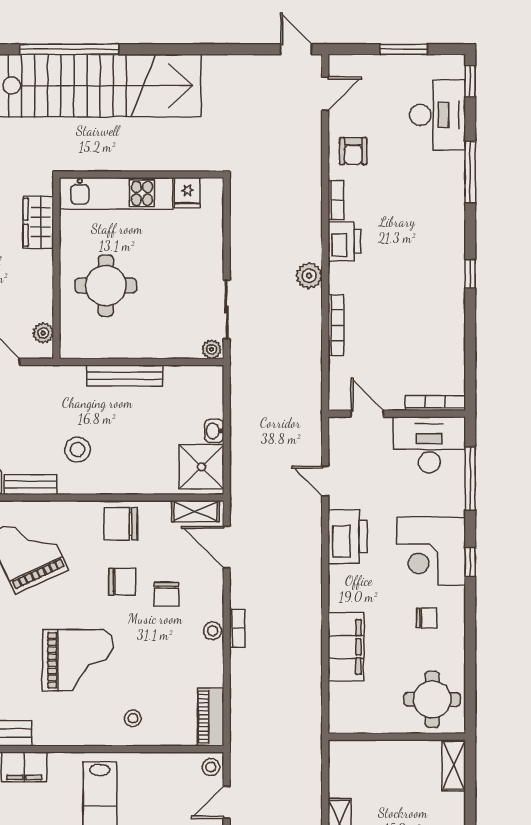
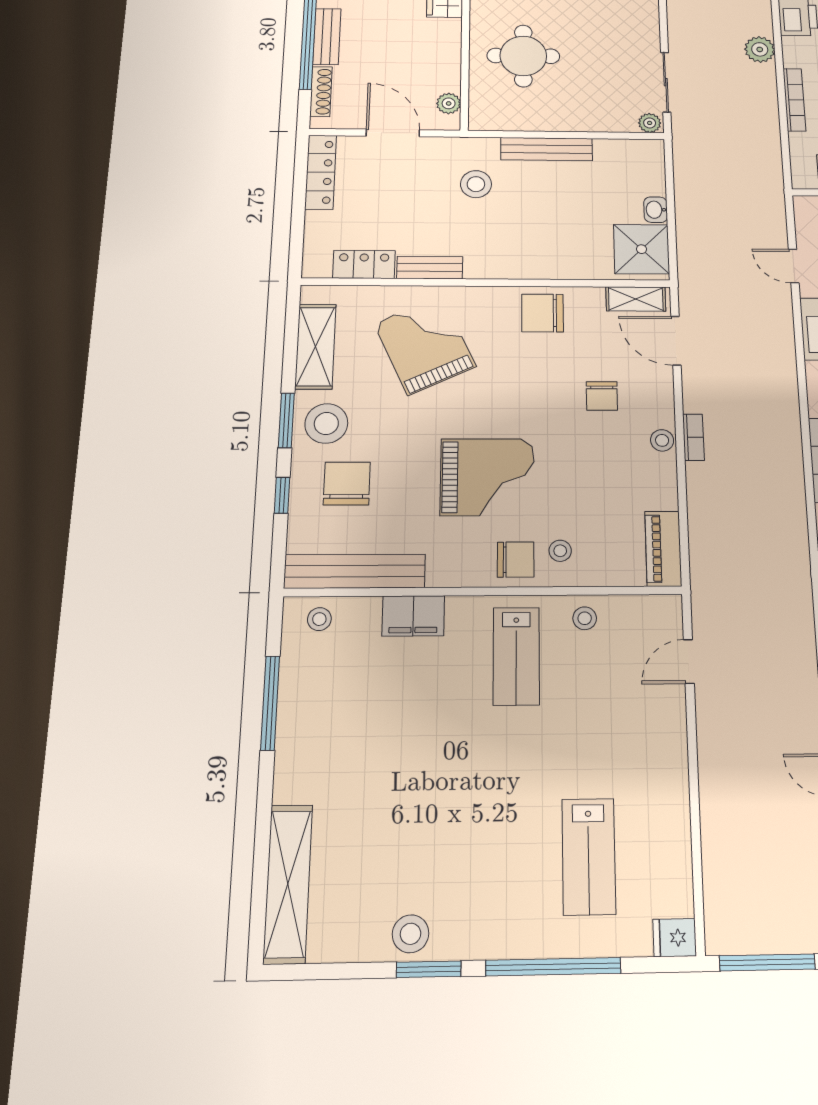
stool: (77, 450) -> (476, 184), moved
chair: (122, 582) -> (516, 560), moved
stool: (211, 767) -> (585, 618), moved

